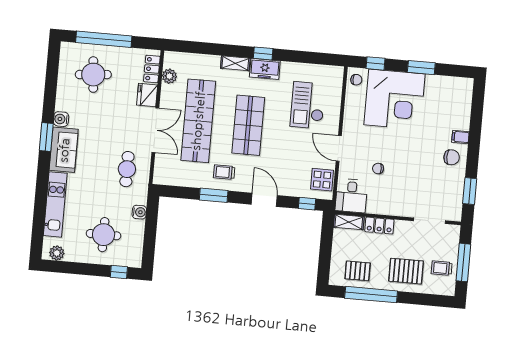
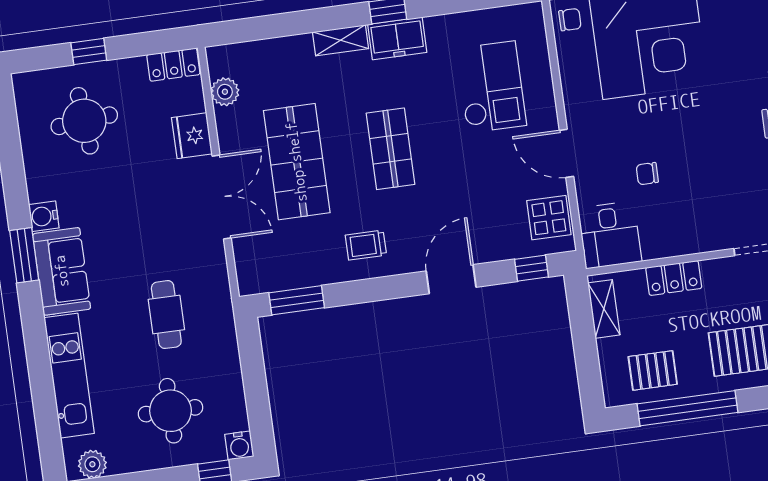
window: (104, 39) -> (89, 51), width x0.32
locker: (152, 69) -> (173, 65), moved, turned -90
checkout: (308, 105) -> (491, 87), turned 180
shop shelf: (198, 121) -> (297, 162), width x0.71
shop shelf: (248, 125) -> (390, 149), width x0.70, depth x0.74
cafe table: (127, 169) -> (166, 315), moved
window: (214, 195) -> (297, 300), moved
door: (264, 200) -> (451, 279), hinge flipped
water cooler: (139, 212) -> (239, 445), moved, turned 90
shelving: (349, 222) -> (604, 309), moved, turned 90

